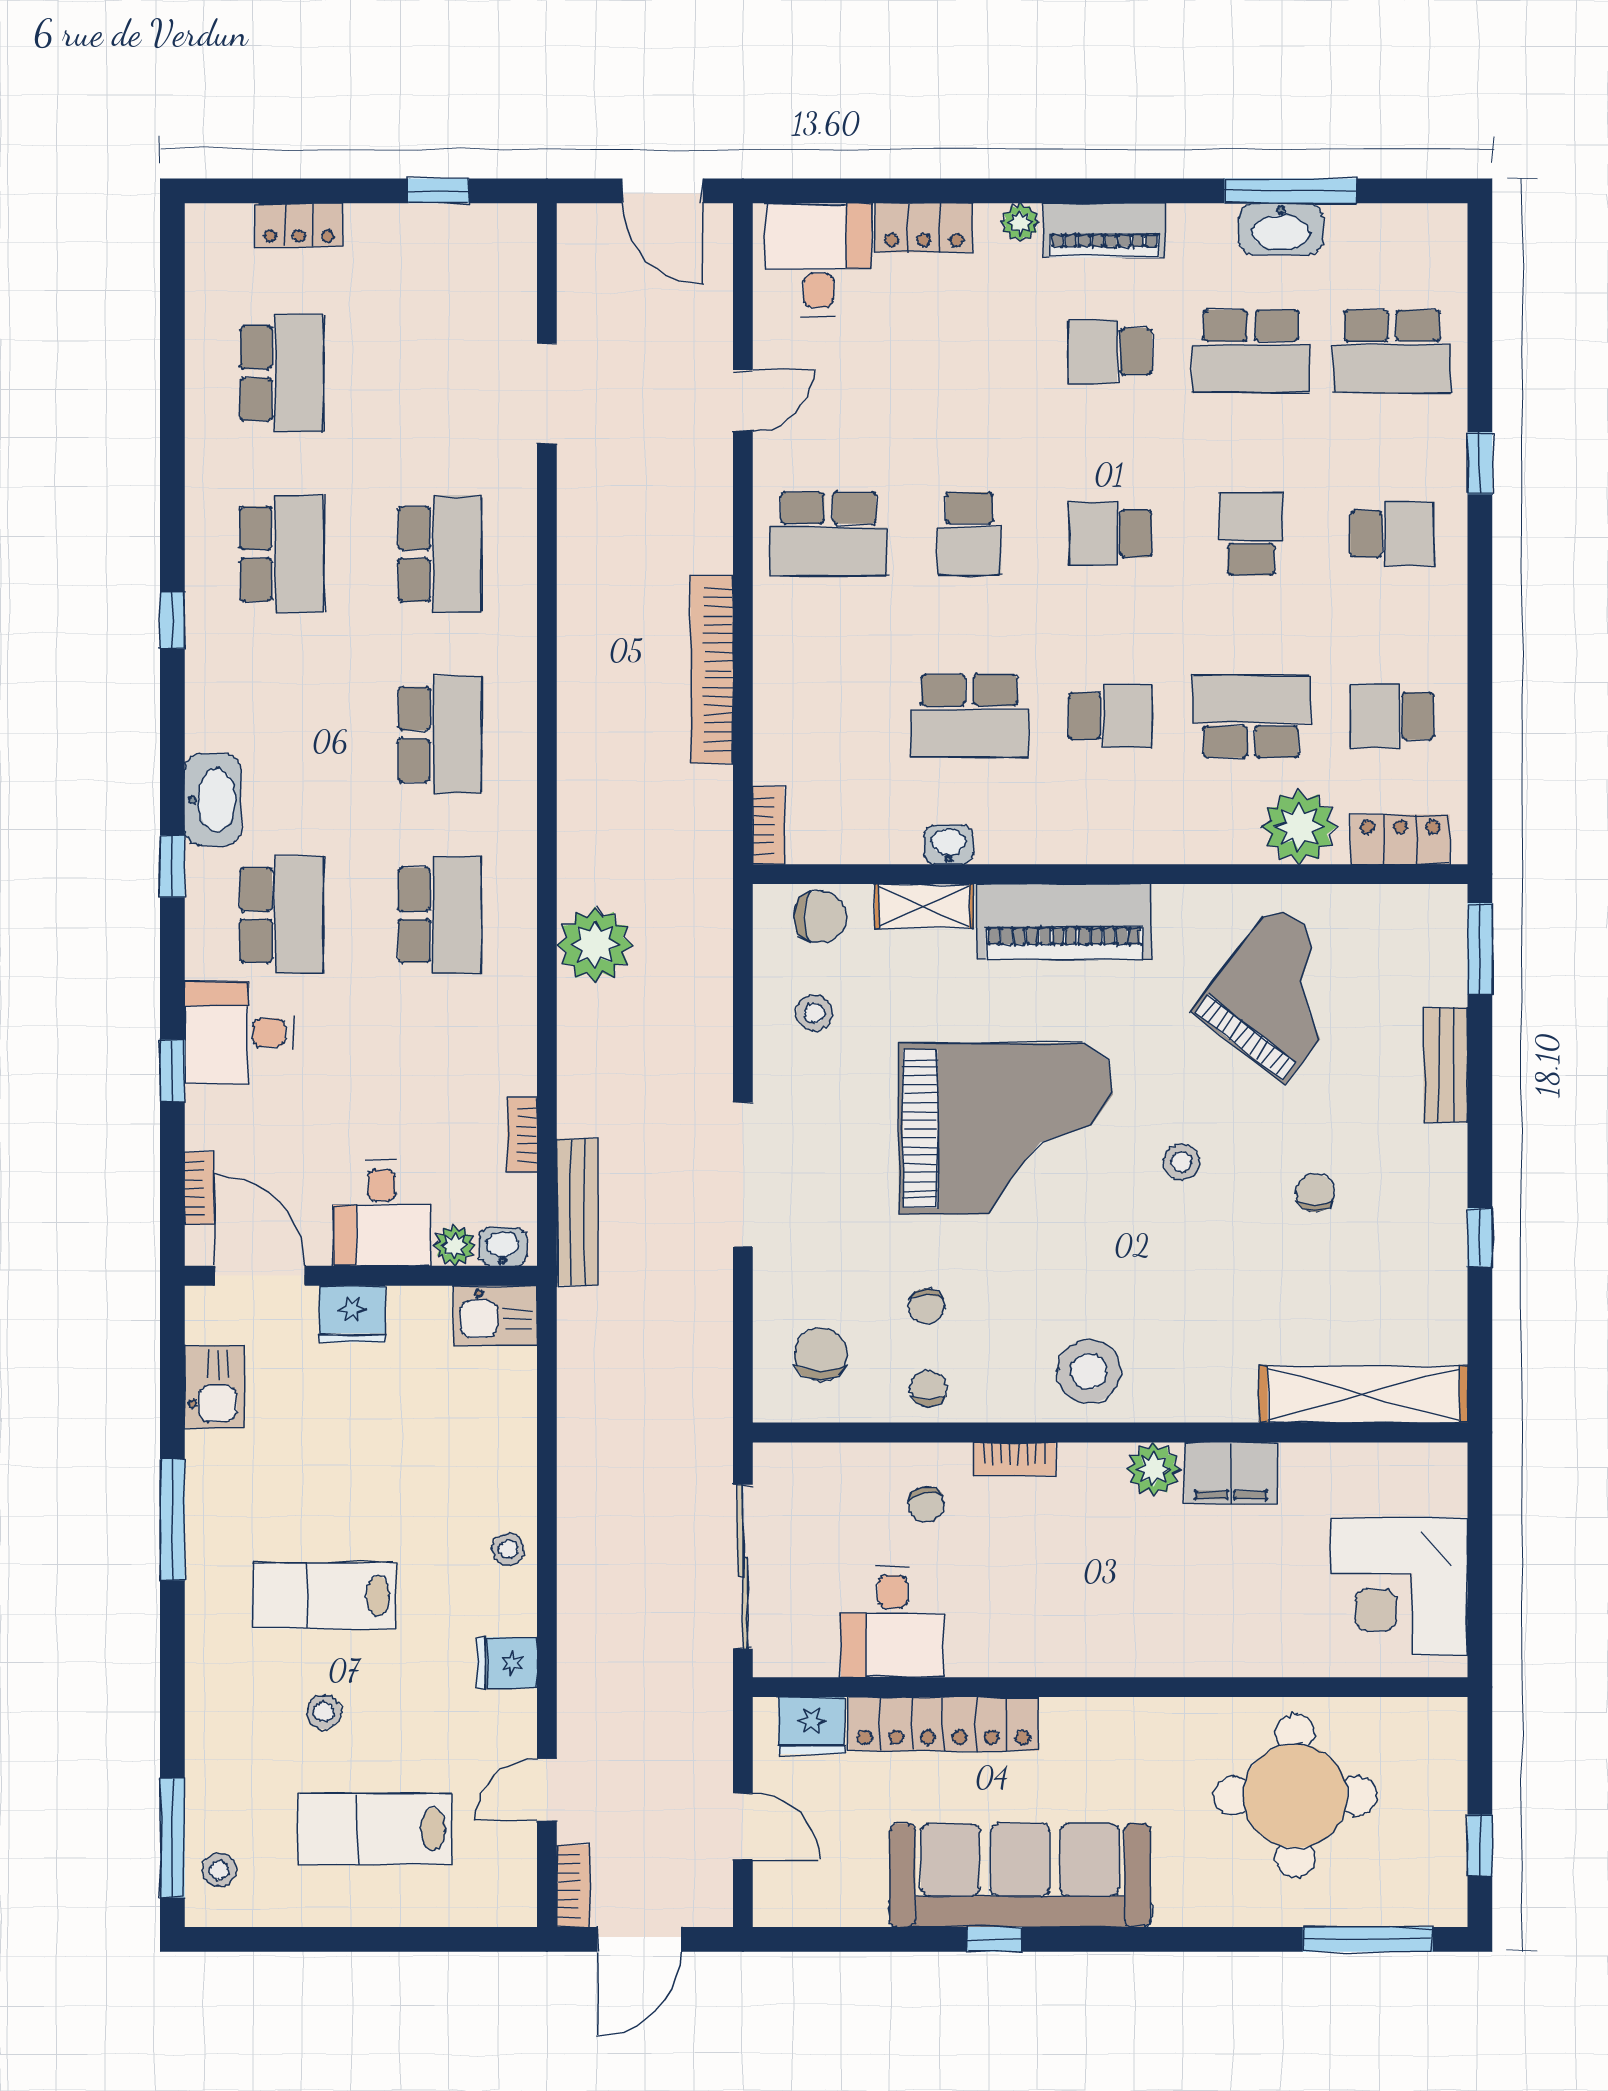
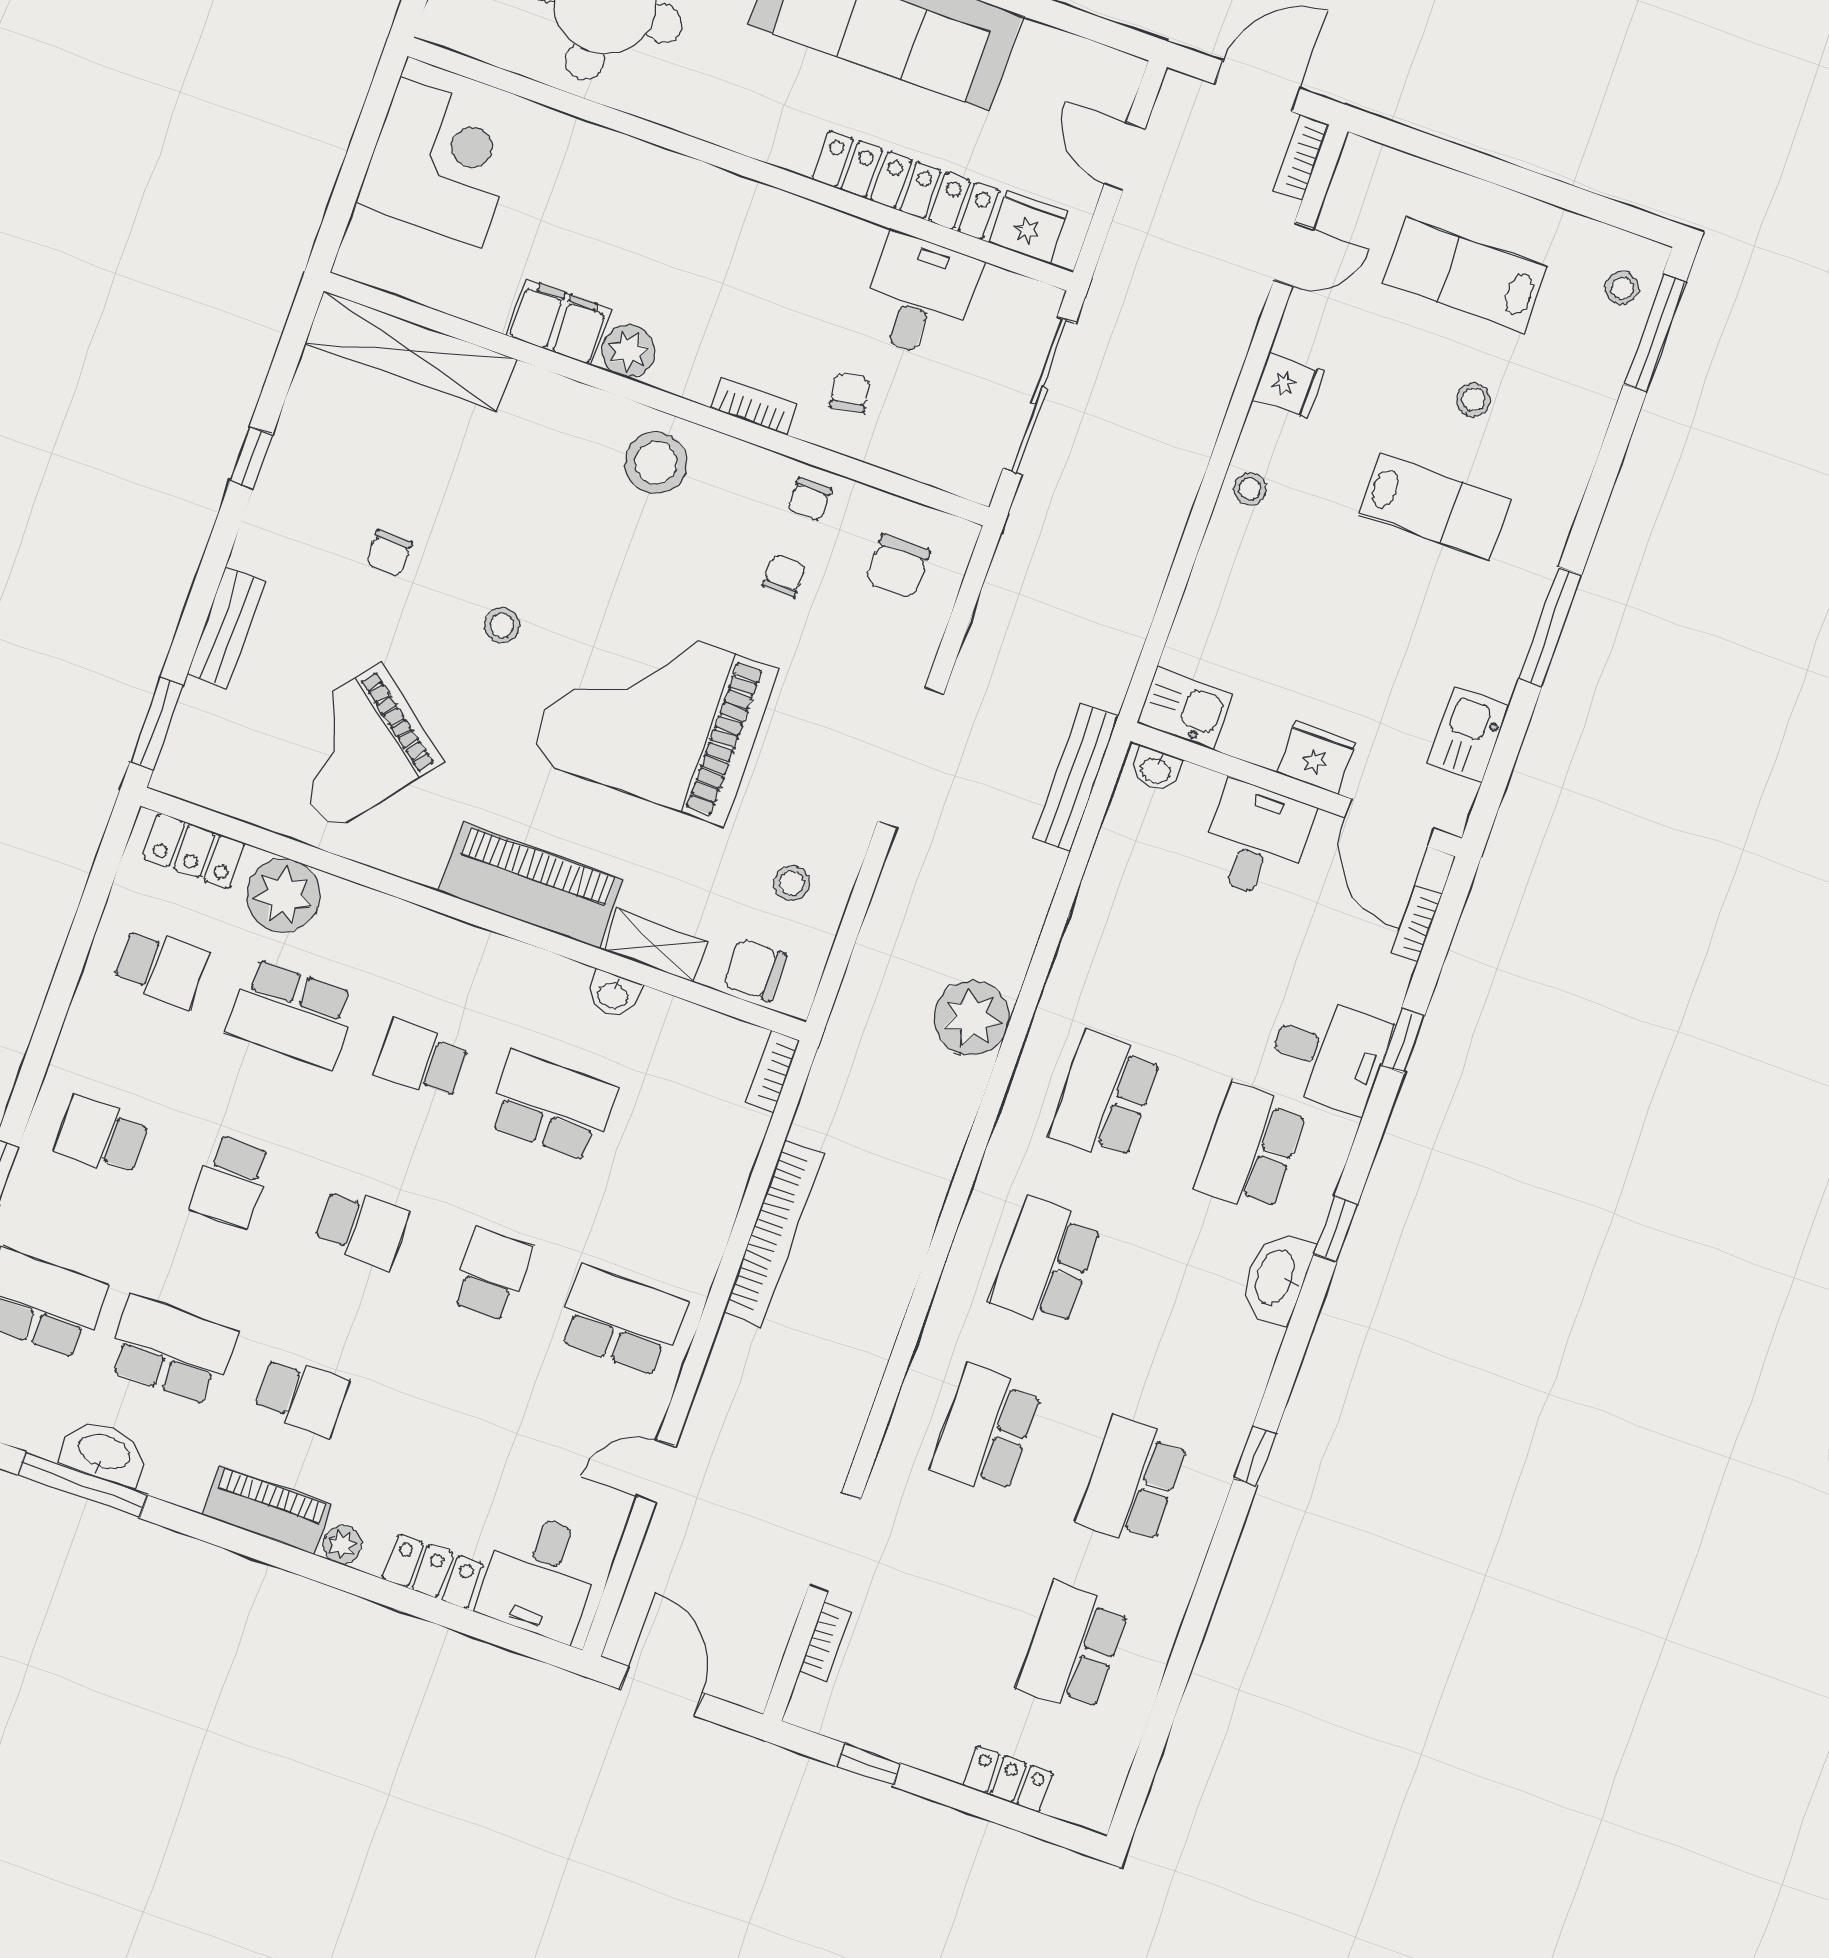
bookcase: (522, 1135) -> (825, 1642), moved
plant: (455, 1245) -> (1200, 787), removed
lab bench: (375, 1829) -> (1465, 275), turned 180

